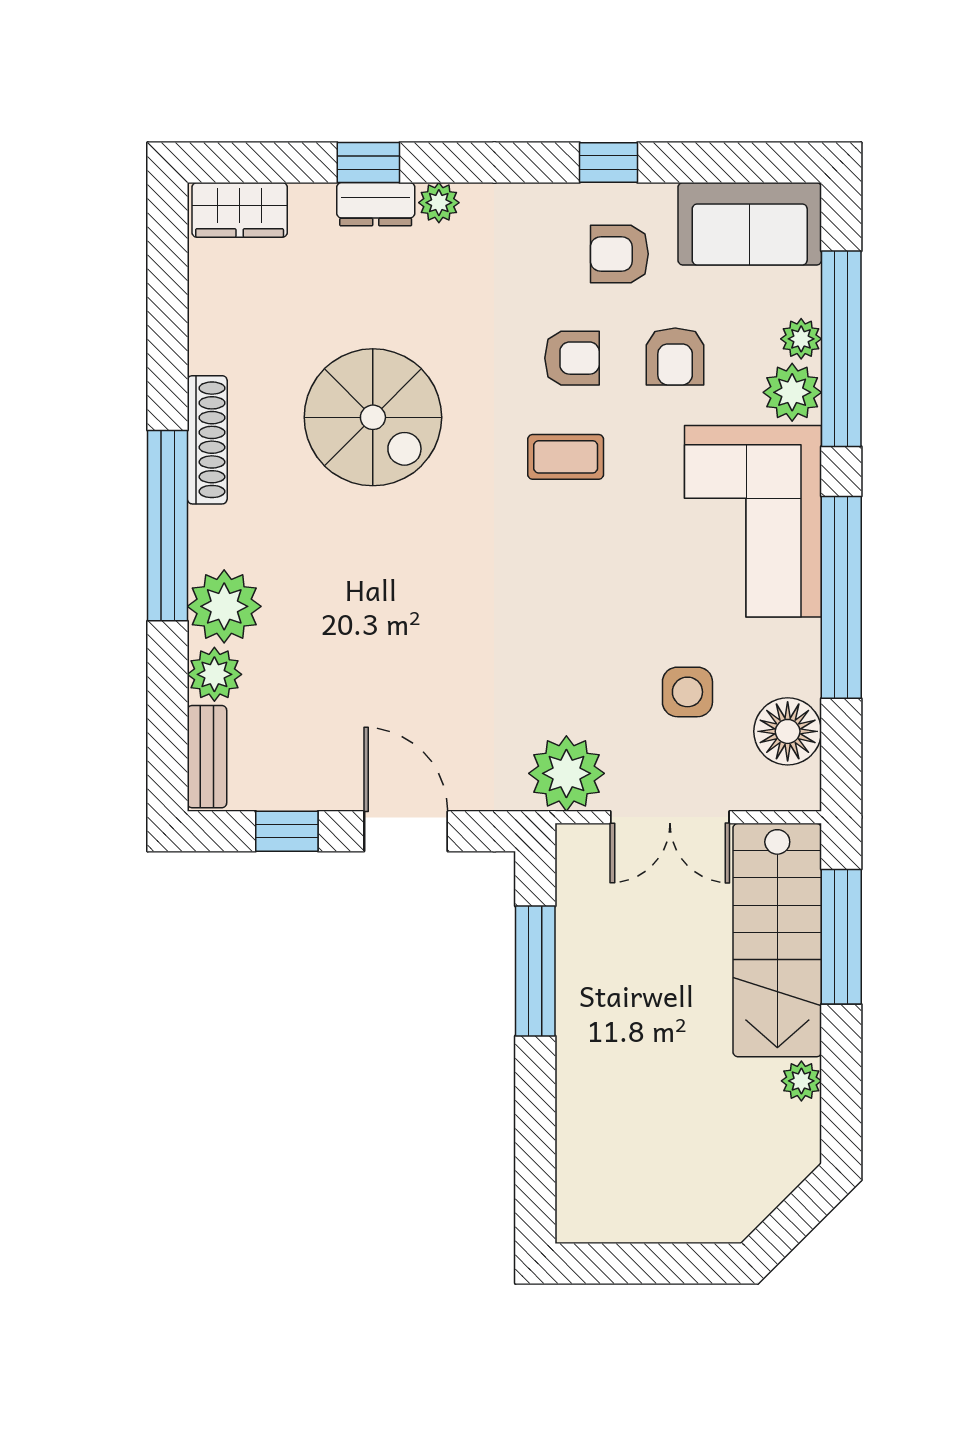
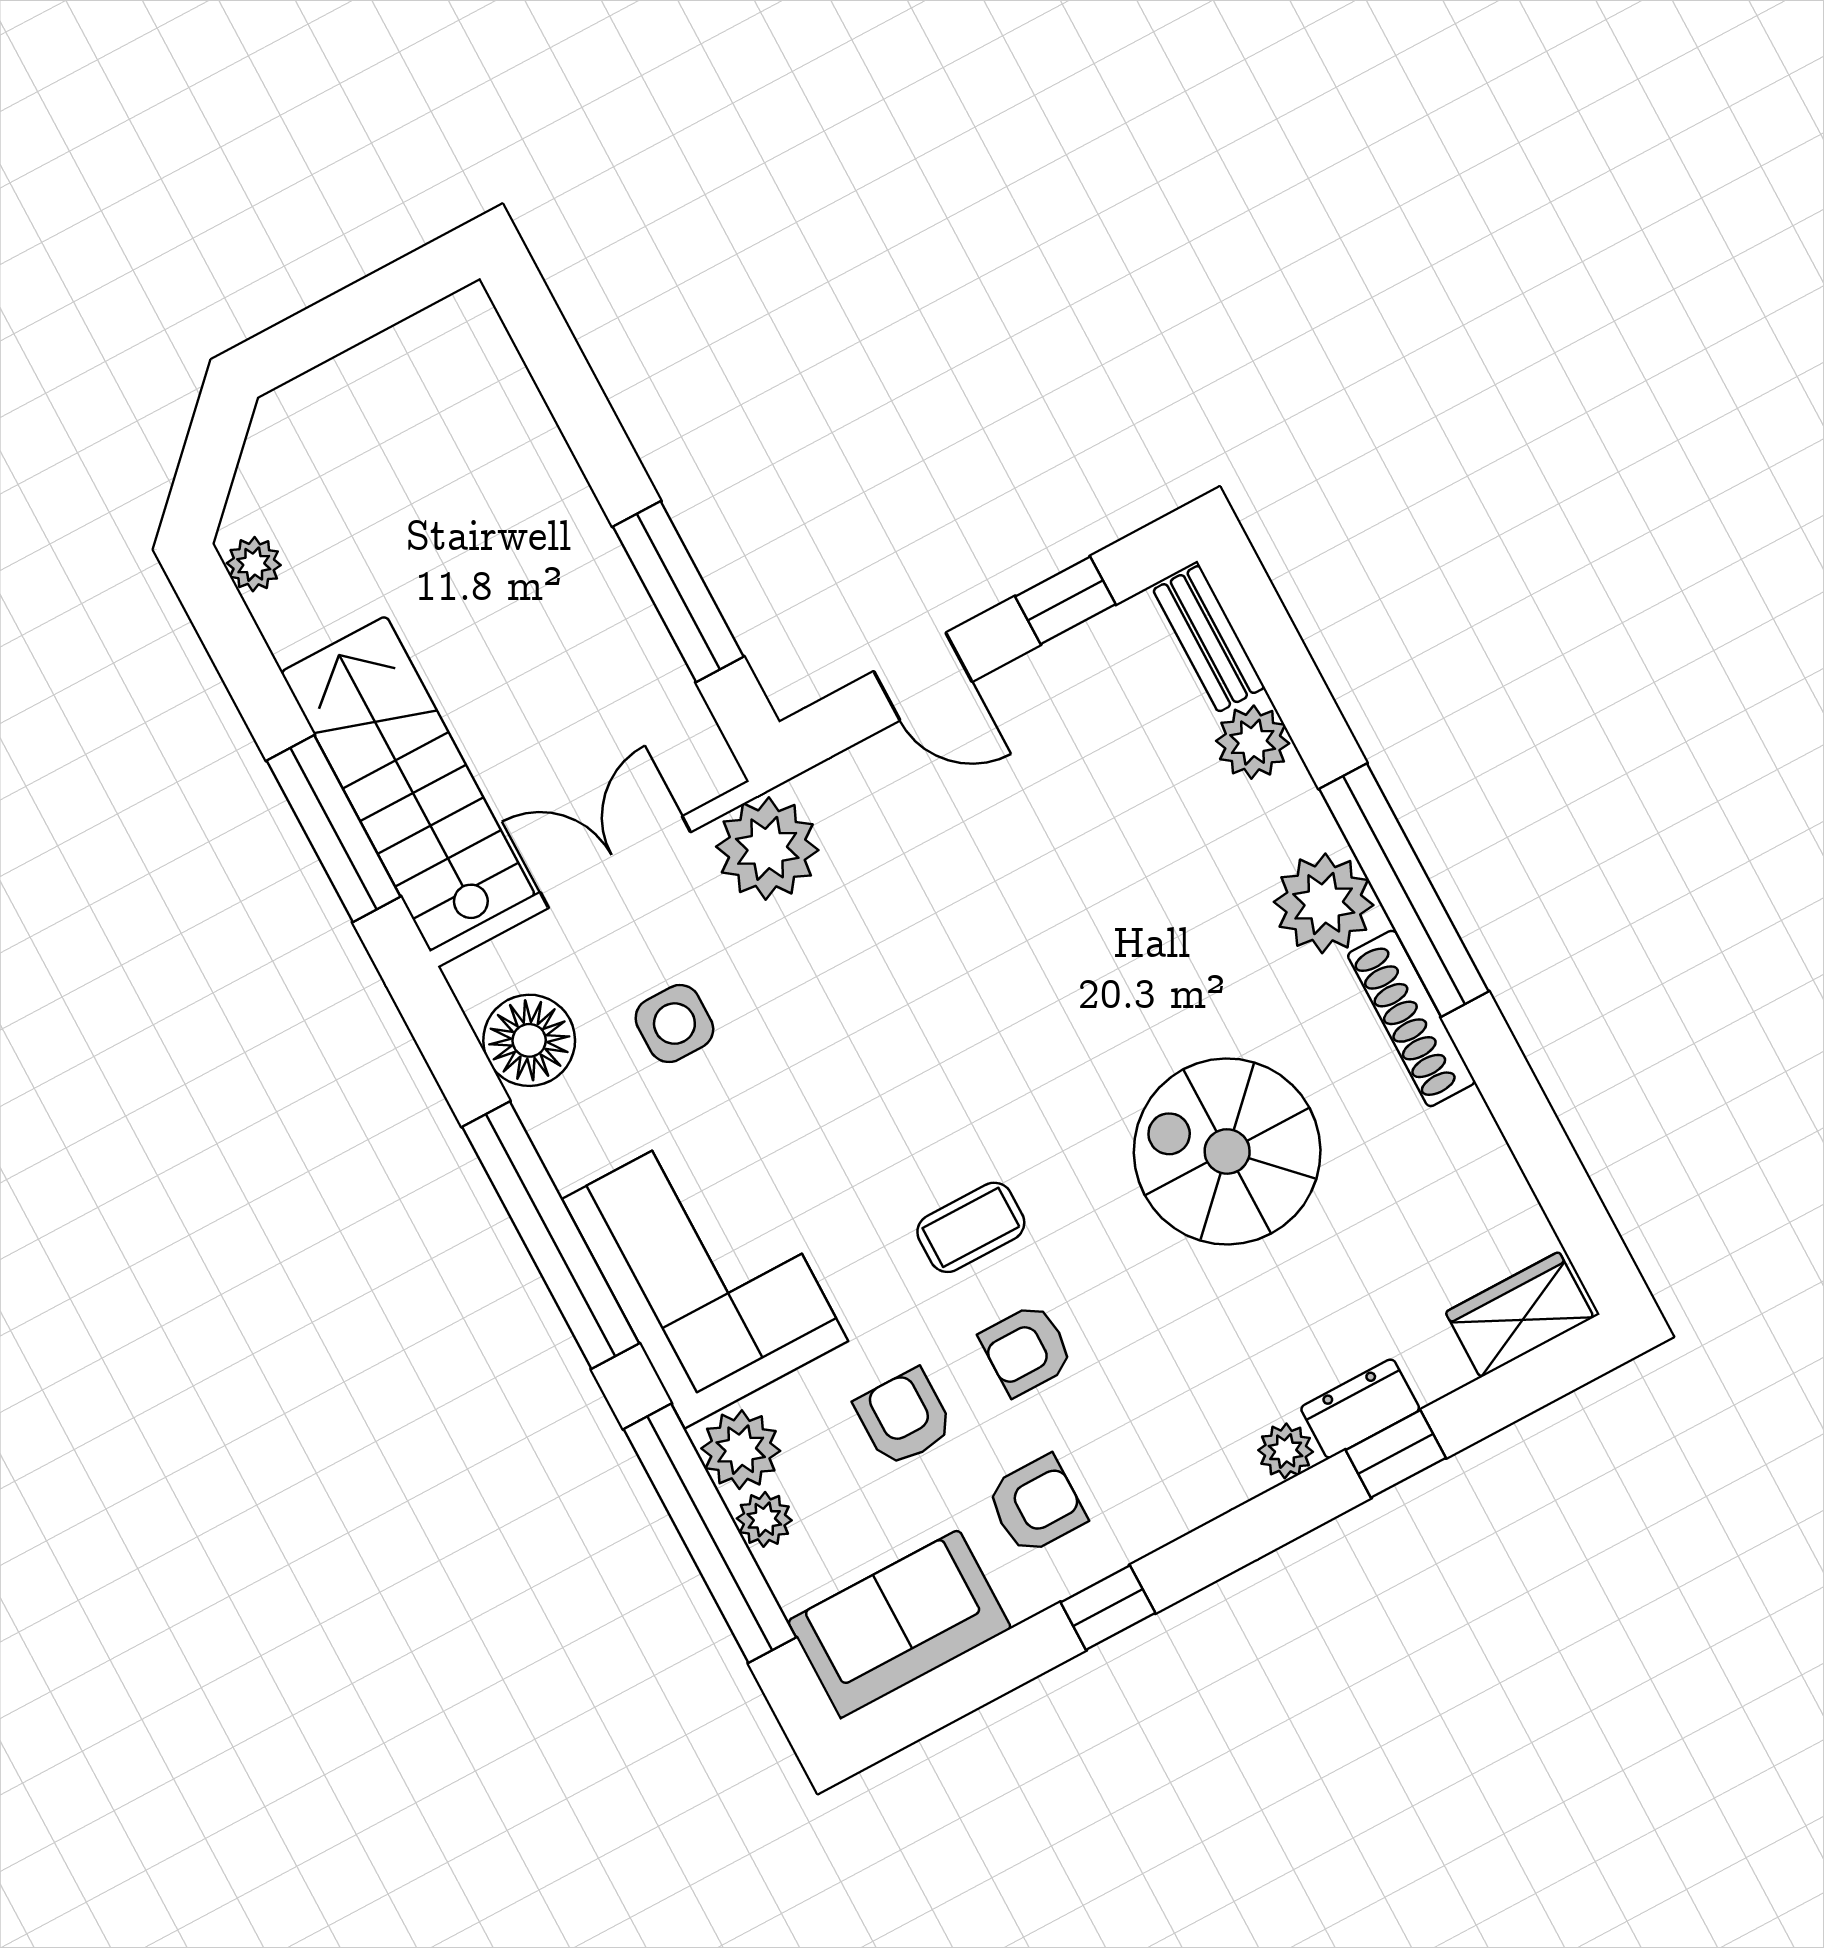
plant: (224, 606) -> (1324, 903), moved
door: (406, 831) -> (923, 677), width x0.73
plant: (801, 1081) -> (254, 564), moved

